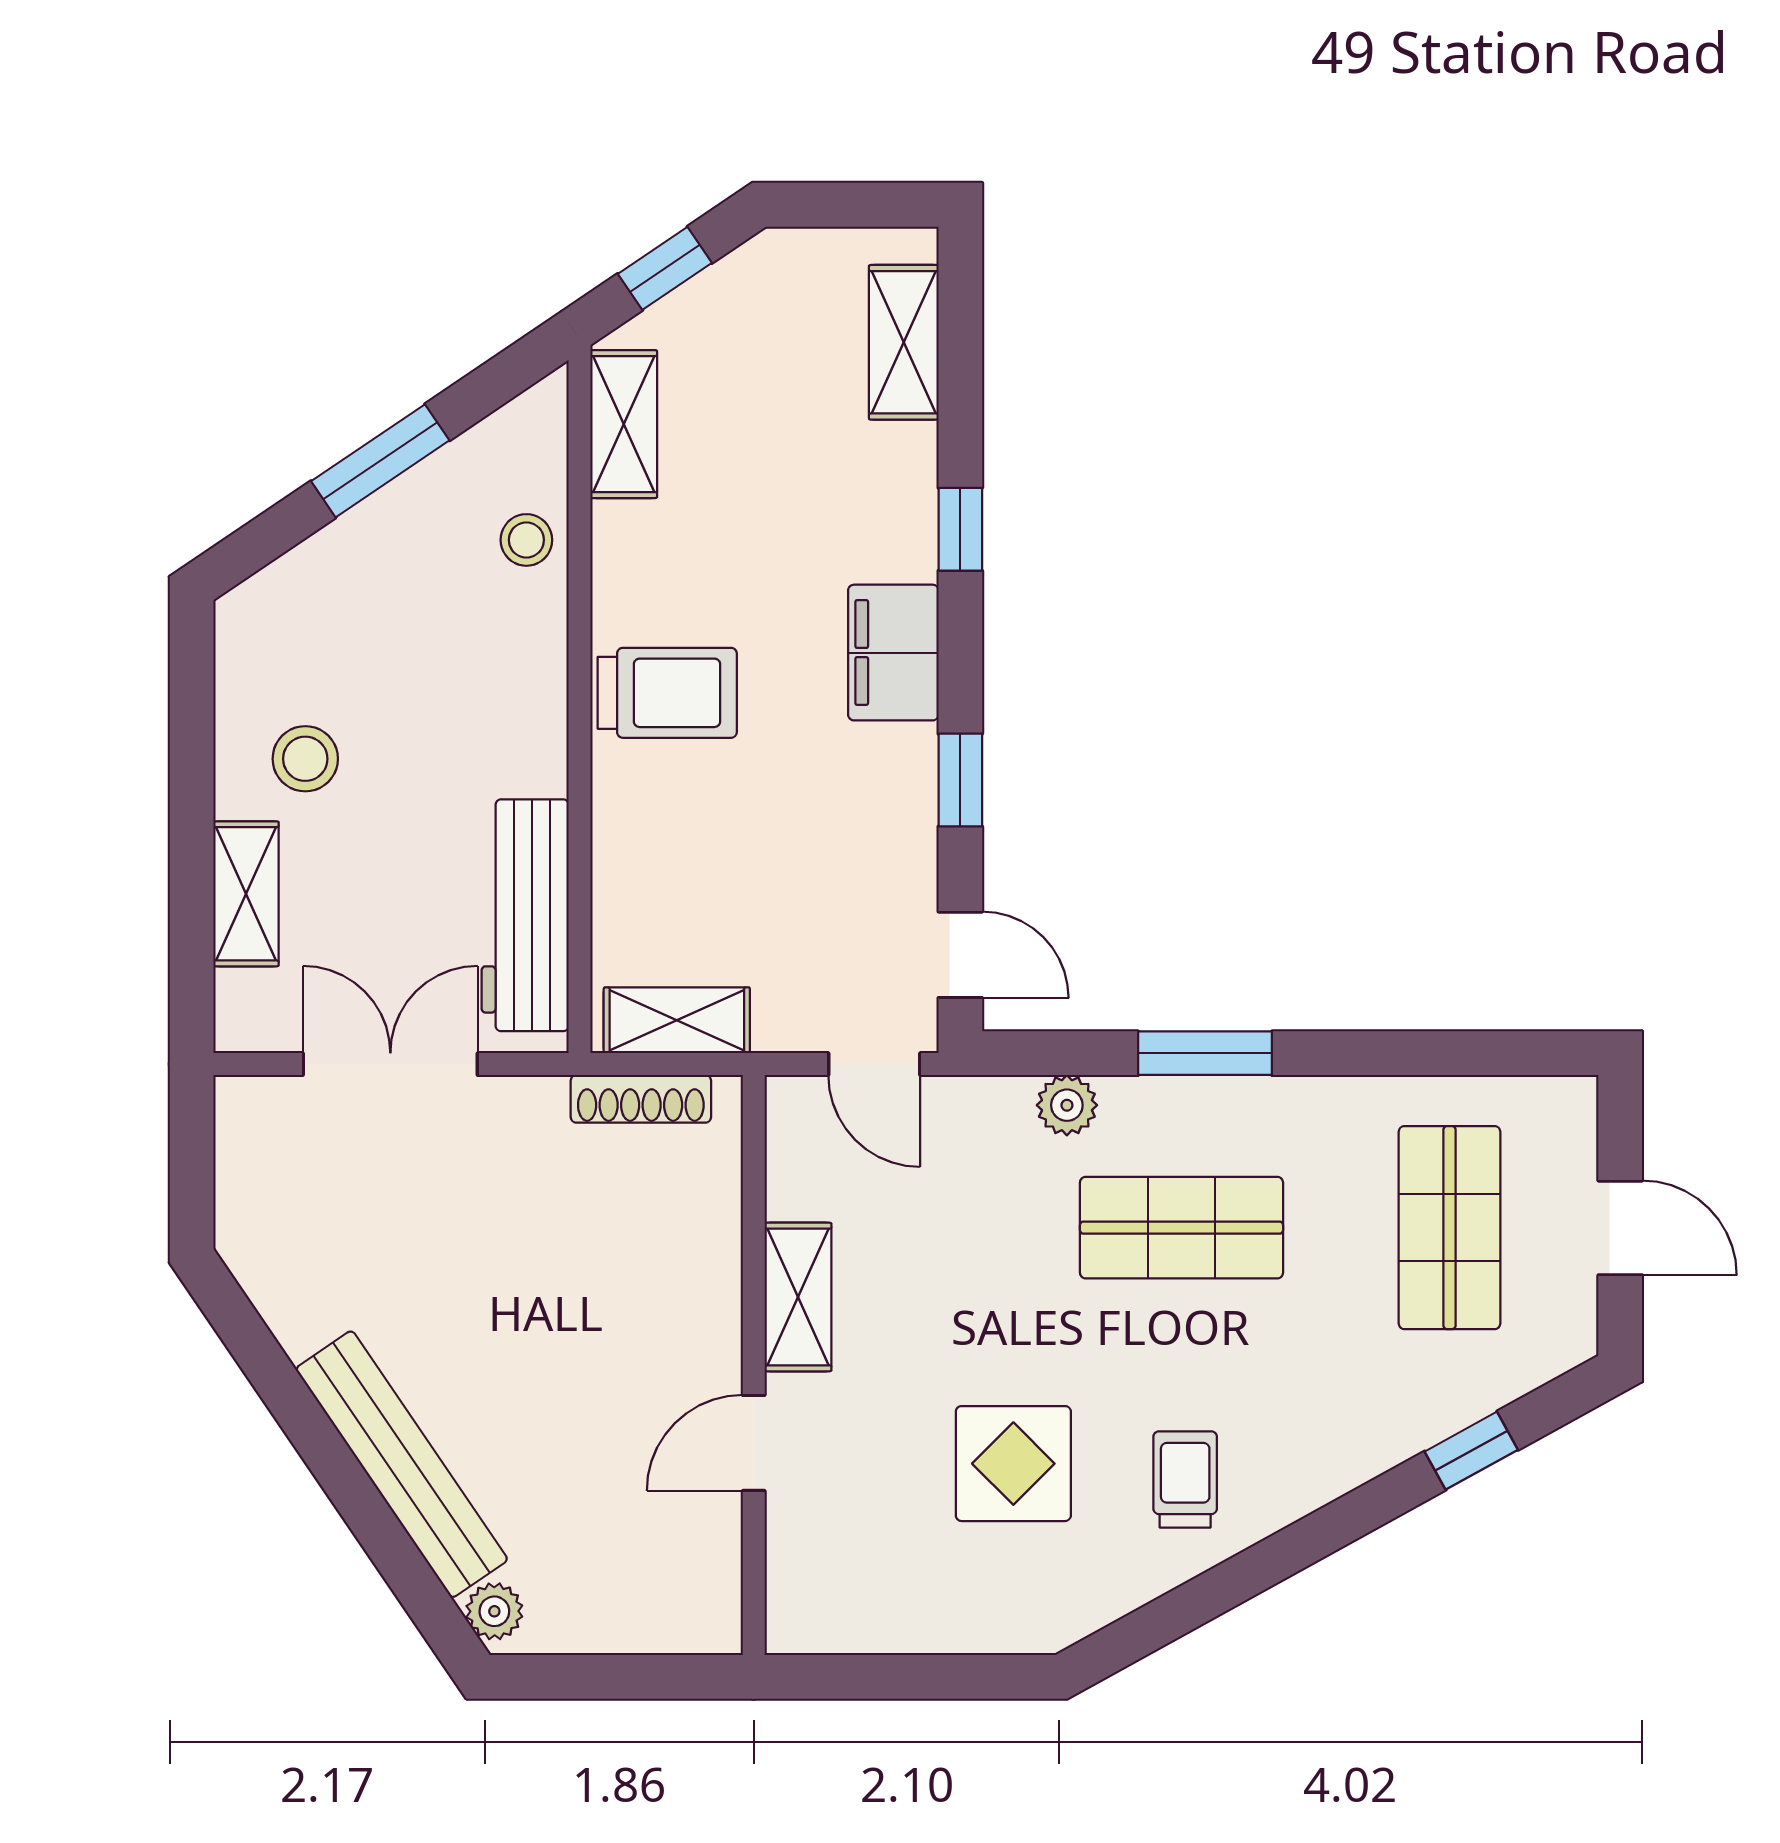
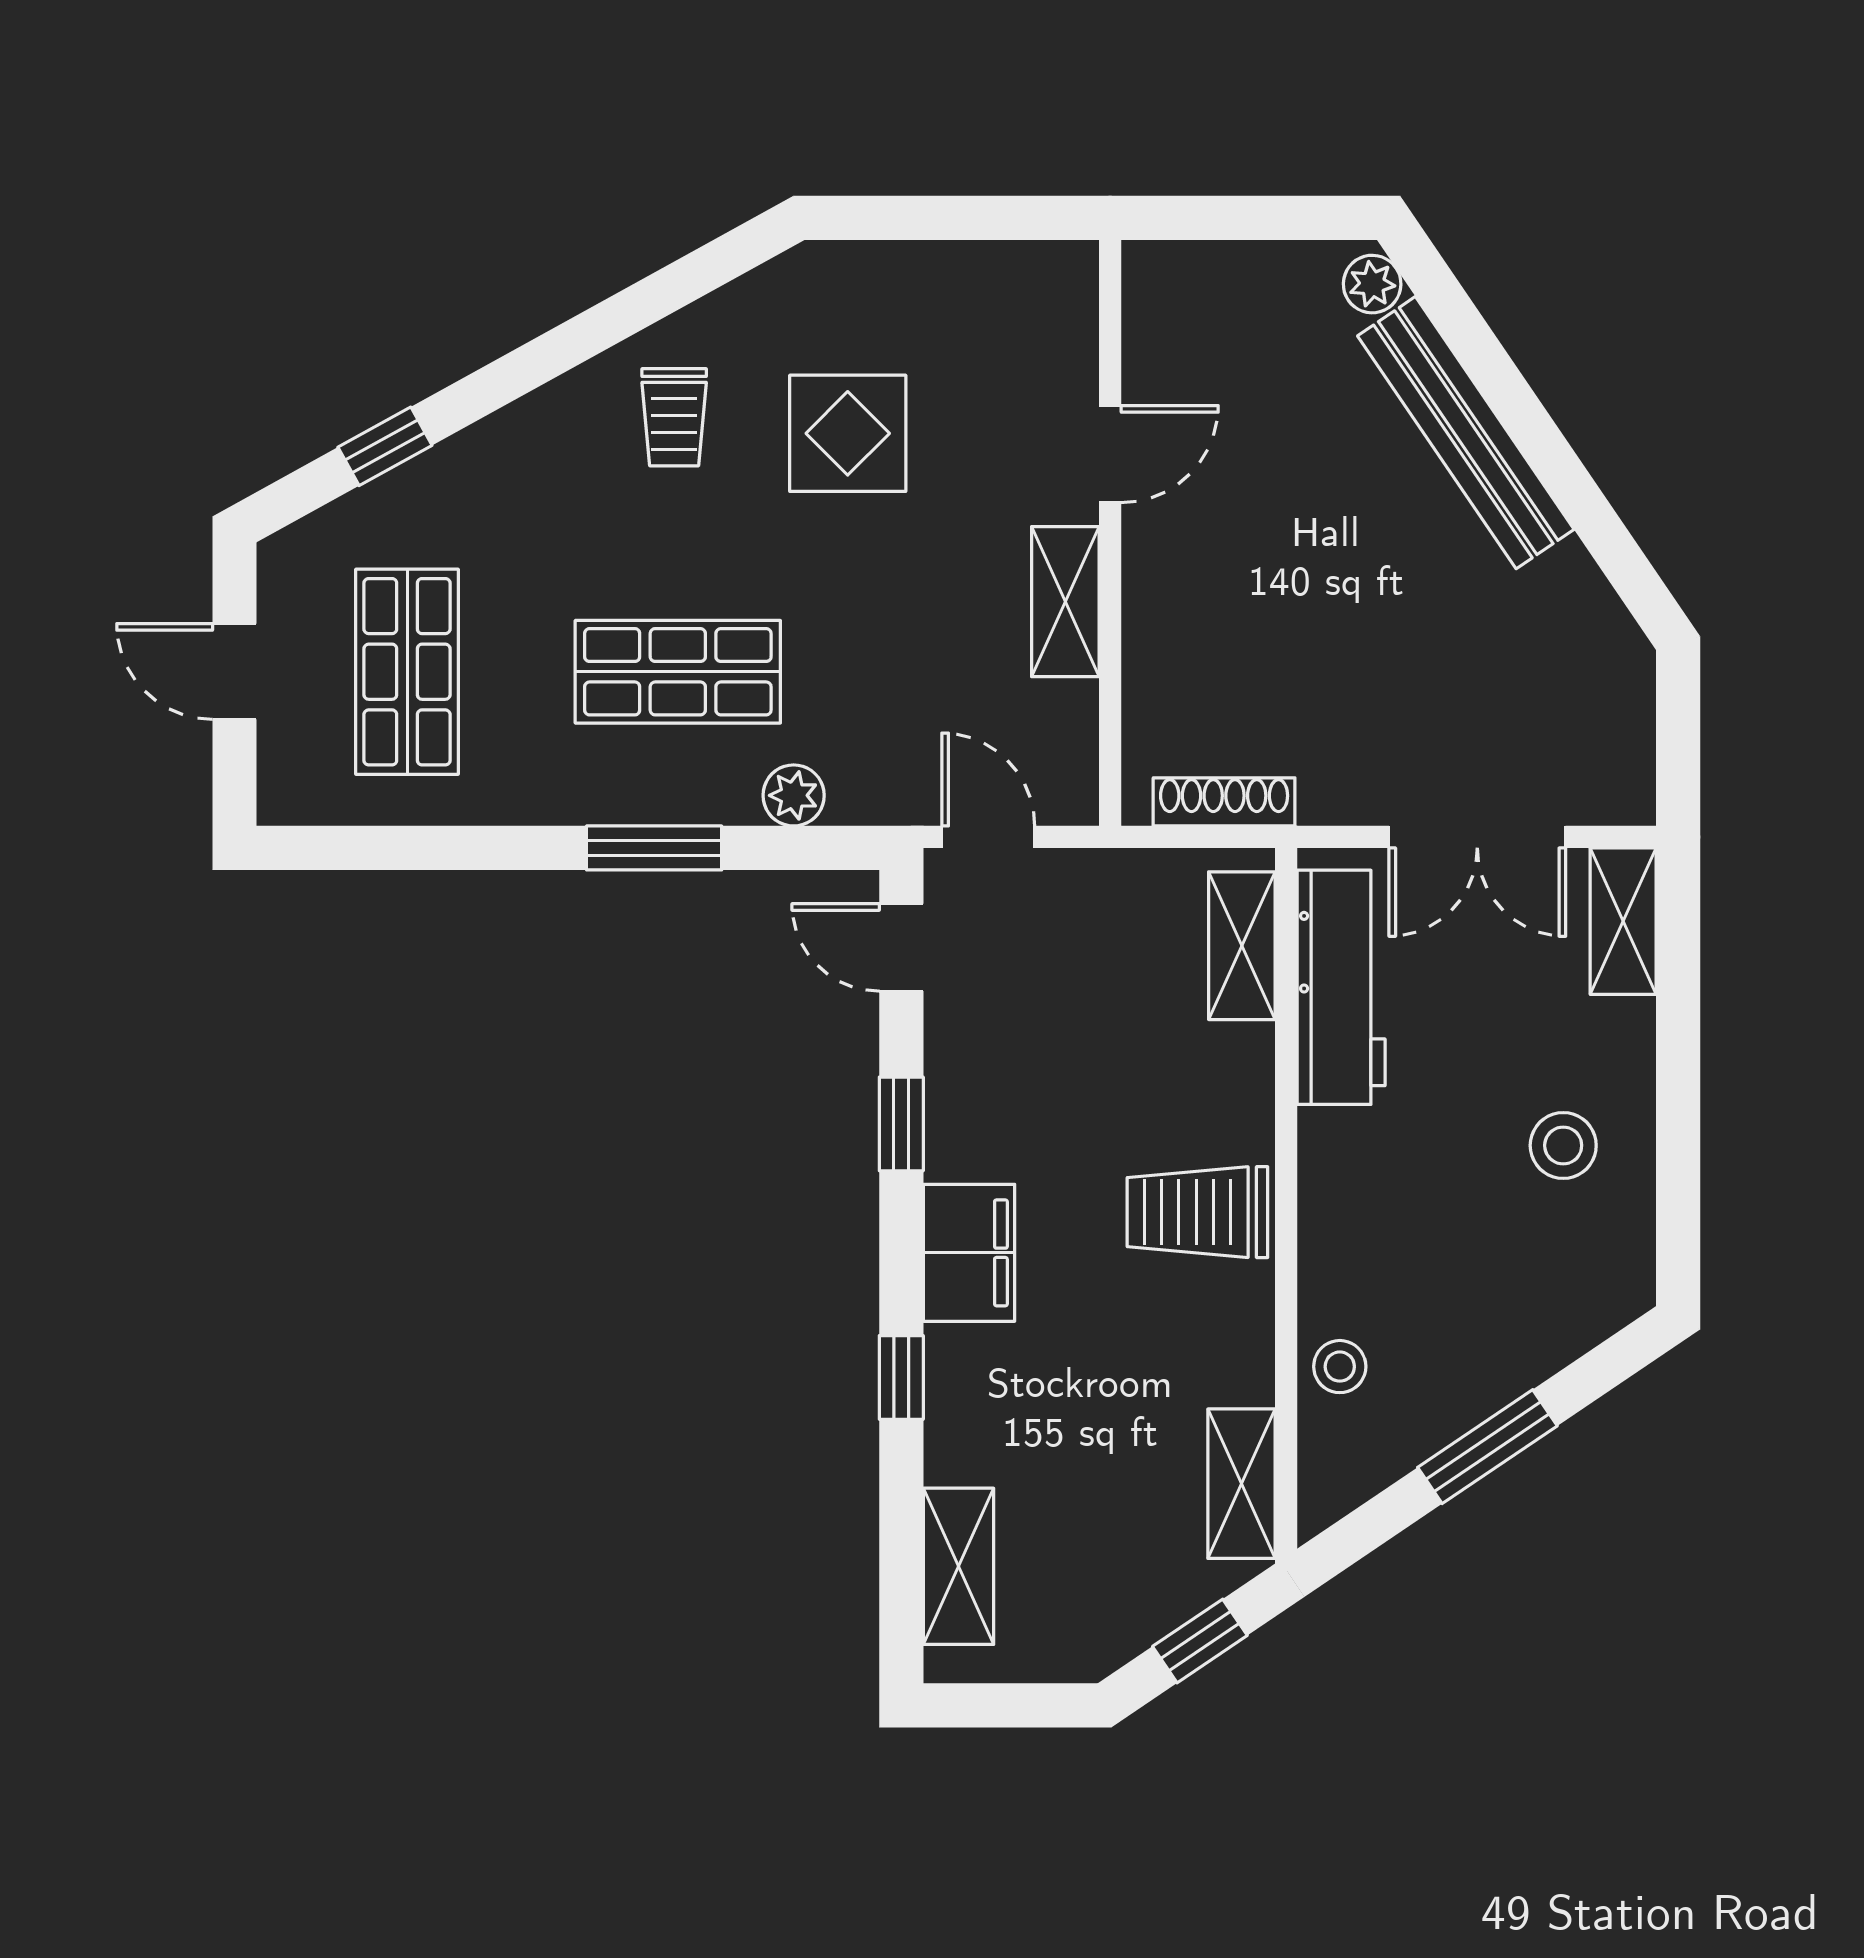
shelving: (246, 894) -> (1623, 921), moved
shelving: (677, 1020) -> (1242, 946), moved, turned 90

